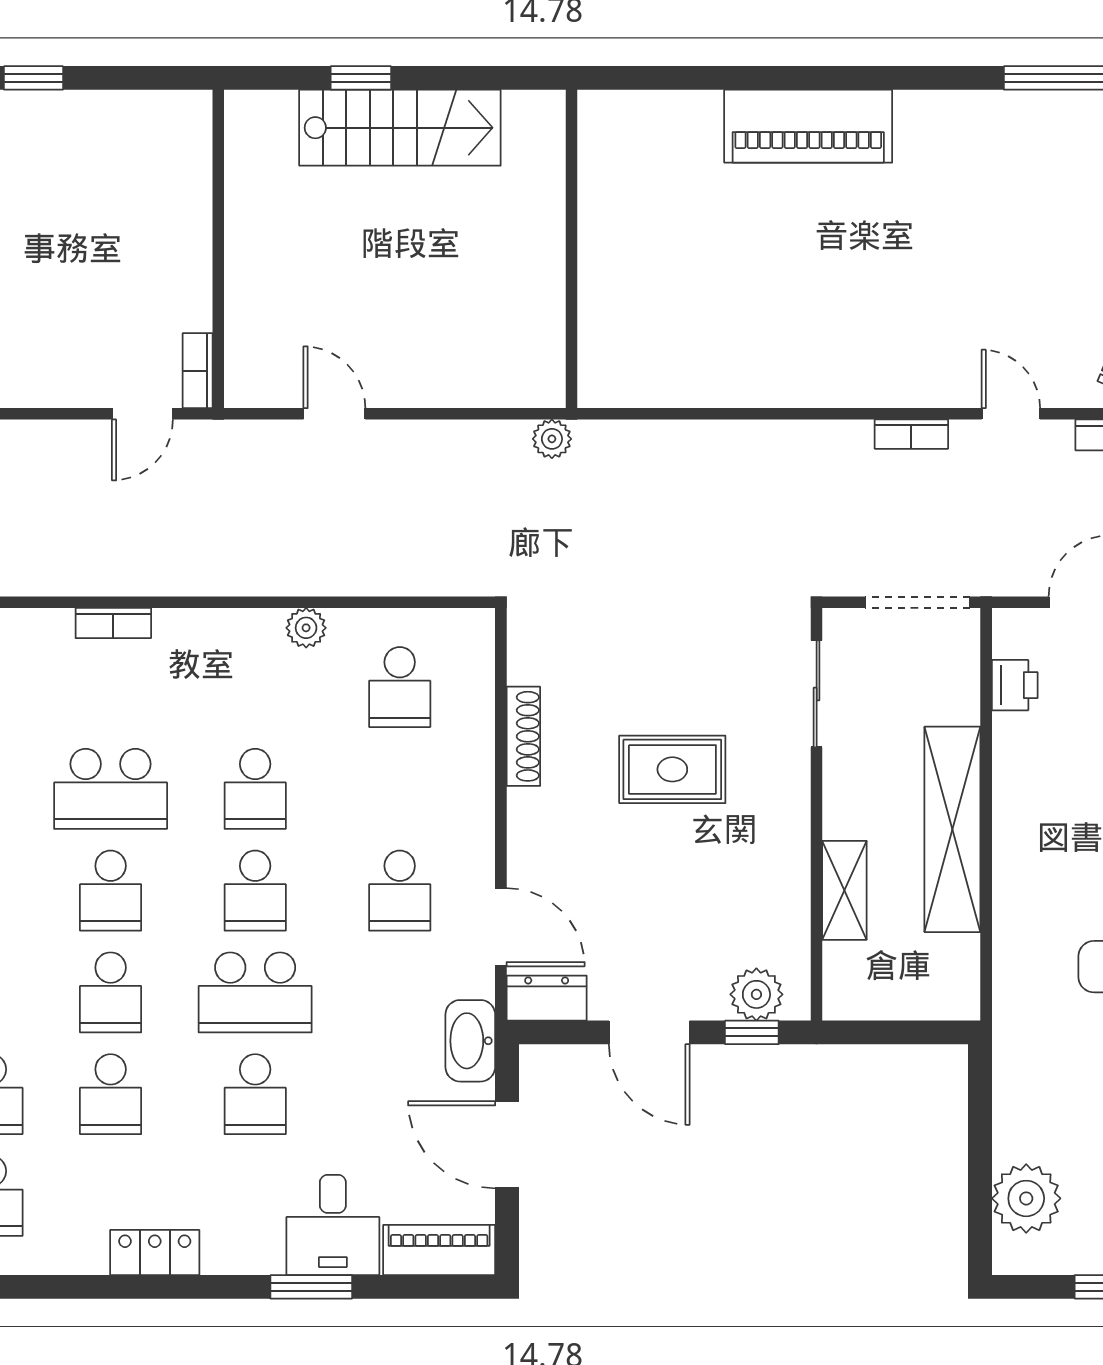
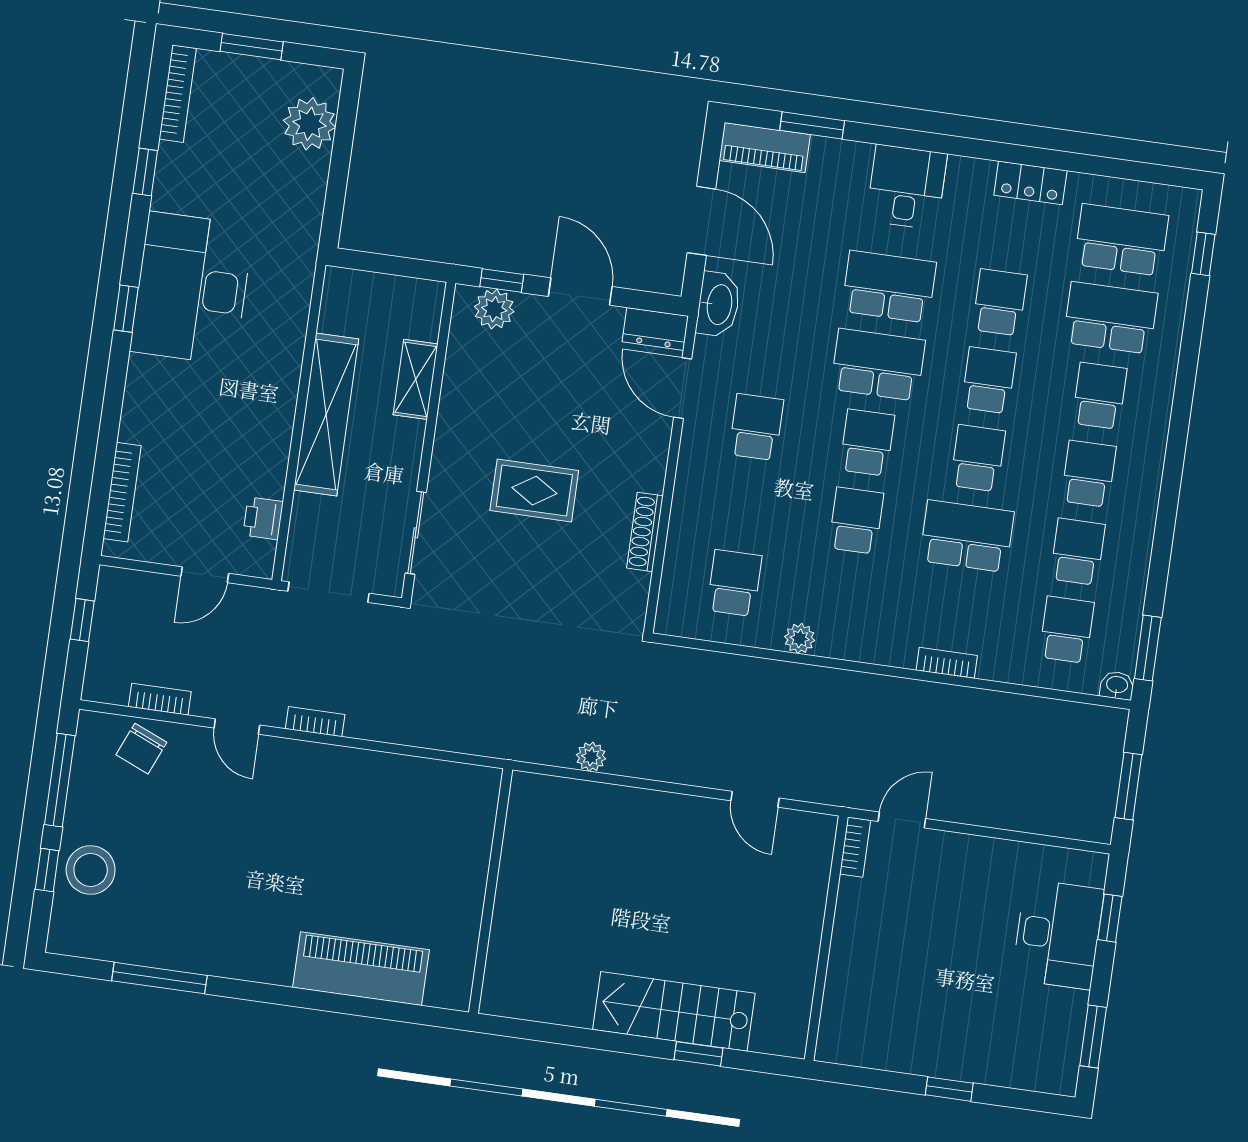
wall: (572, 249) -> (491, 891), moved
school desk: (255, 1094) -> (889, 287), width x1.85
desk: (333, 1225) -> (907, 187), moved
locker: (155, 1252) -> (1030, 183), moved
window: (311, 1287) -> (812, 125), moved

